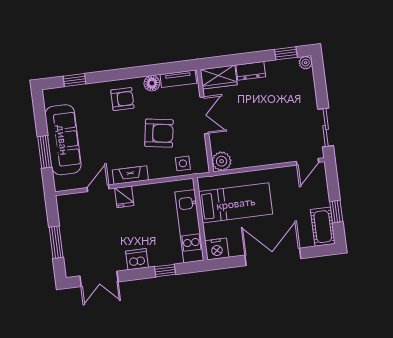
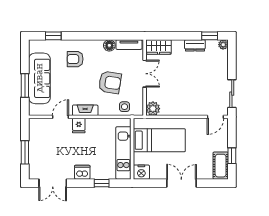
dresser: (251, 71) -> (195, 45), moved
armchair: (122, 99) -> (75, 59), moved, turned 180
double door: (273, 257) -> (181, 183), width x0.73

